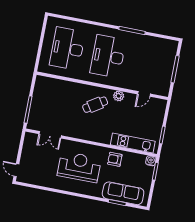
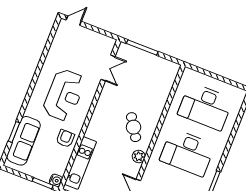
desk: (67, 48) -> (205, 107), turned 180
desk: (108, 56) -> (187, 153), turned 180
double door: (50, 135) -> (108, 68), swing flipped

